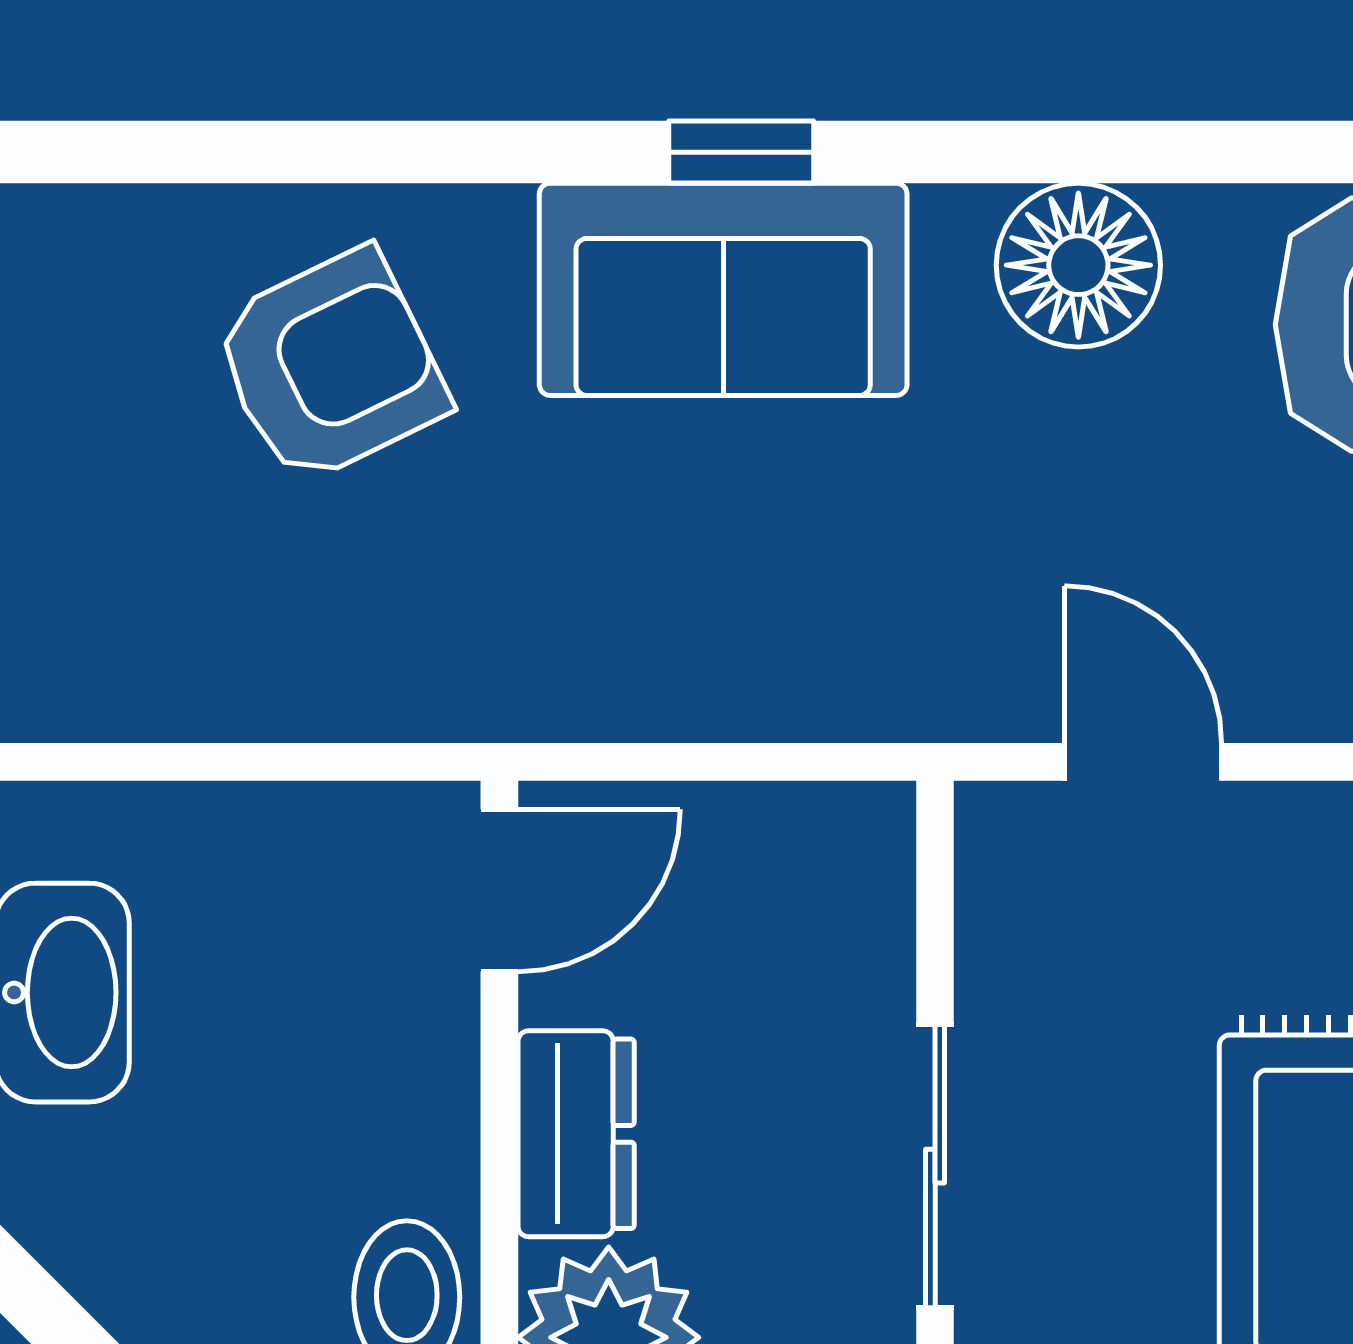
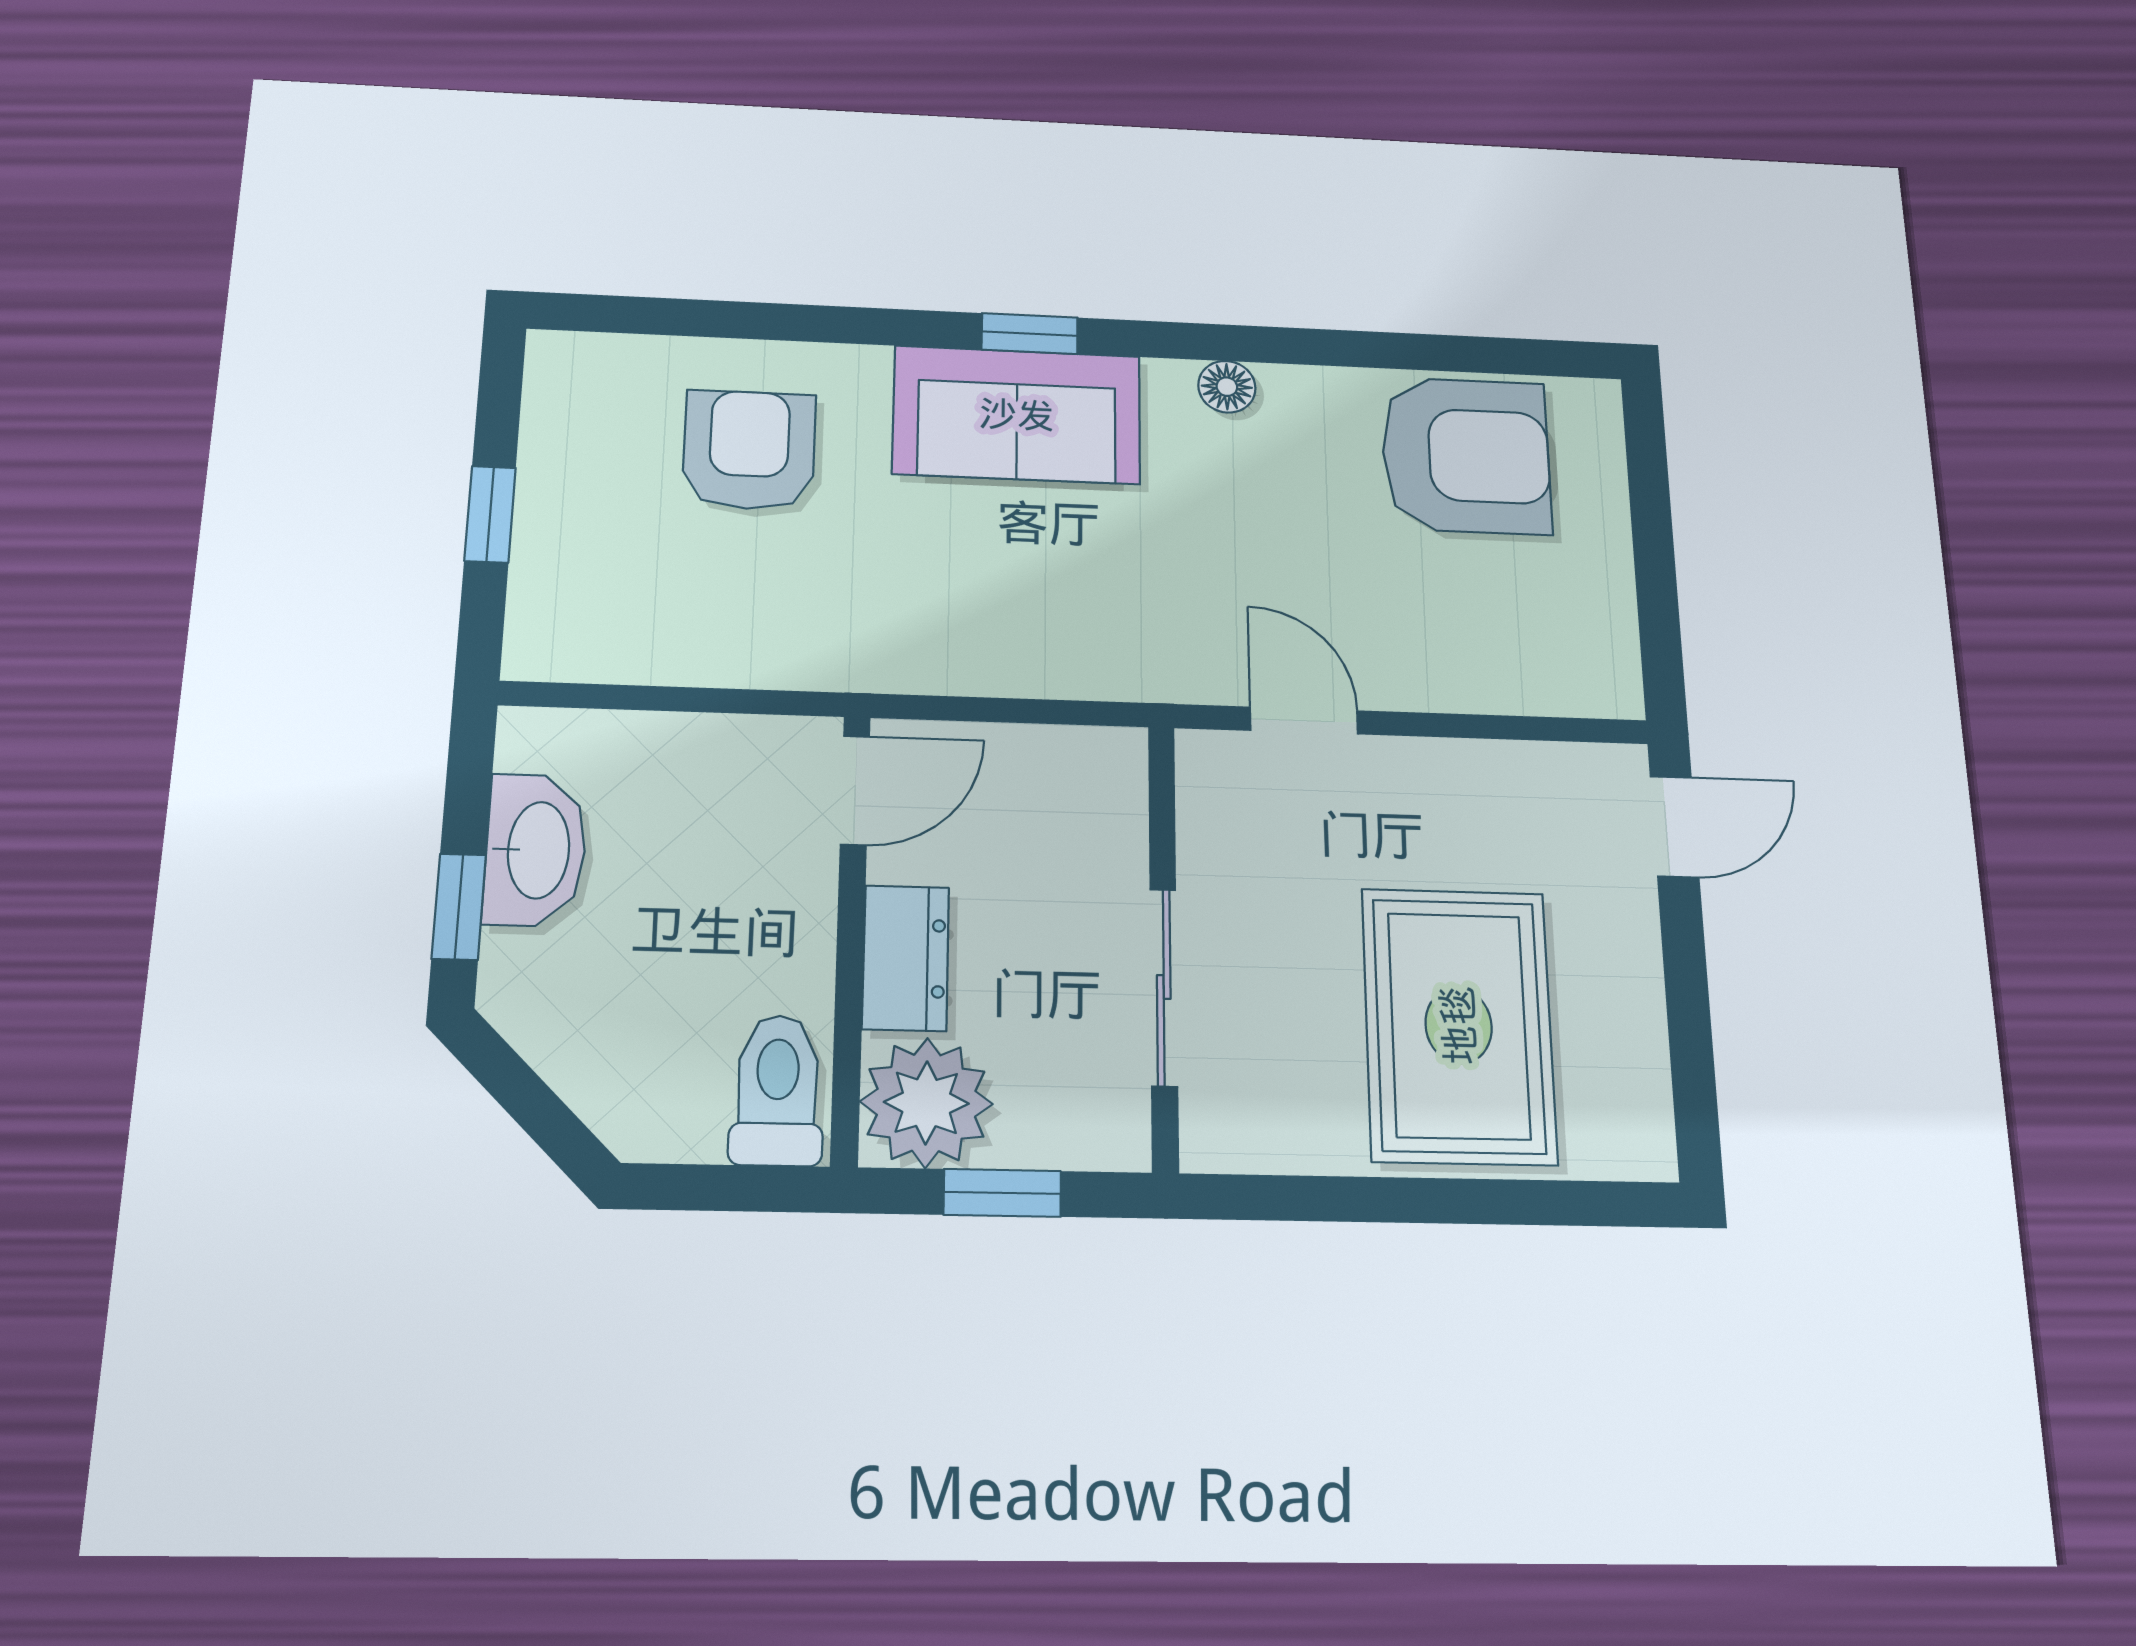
floor lamp: (1078, 265) -> (1227, 387), width x0.53, depth x0.53
armchair: (330, 366) -> (749, 450), turned -64

